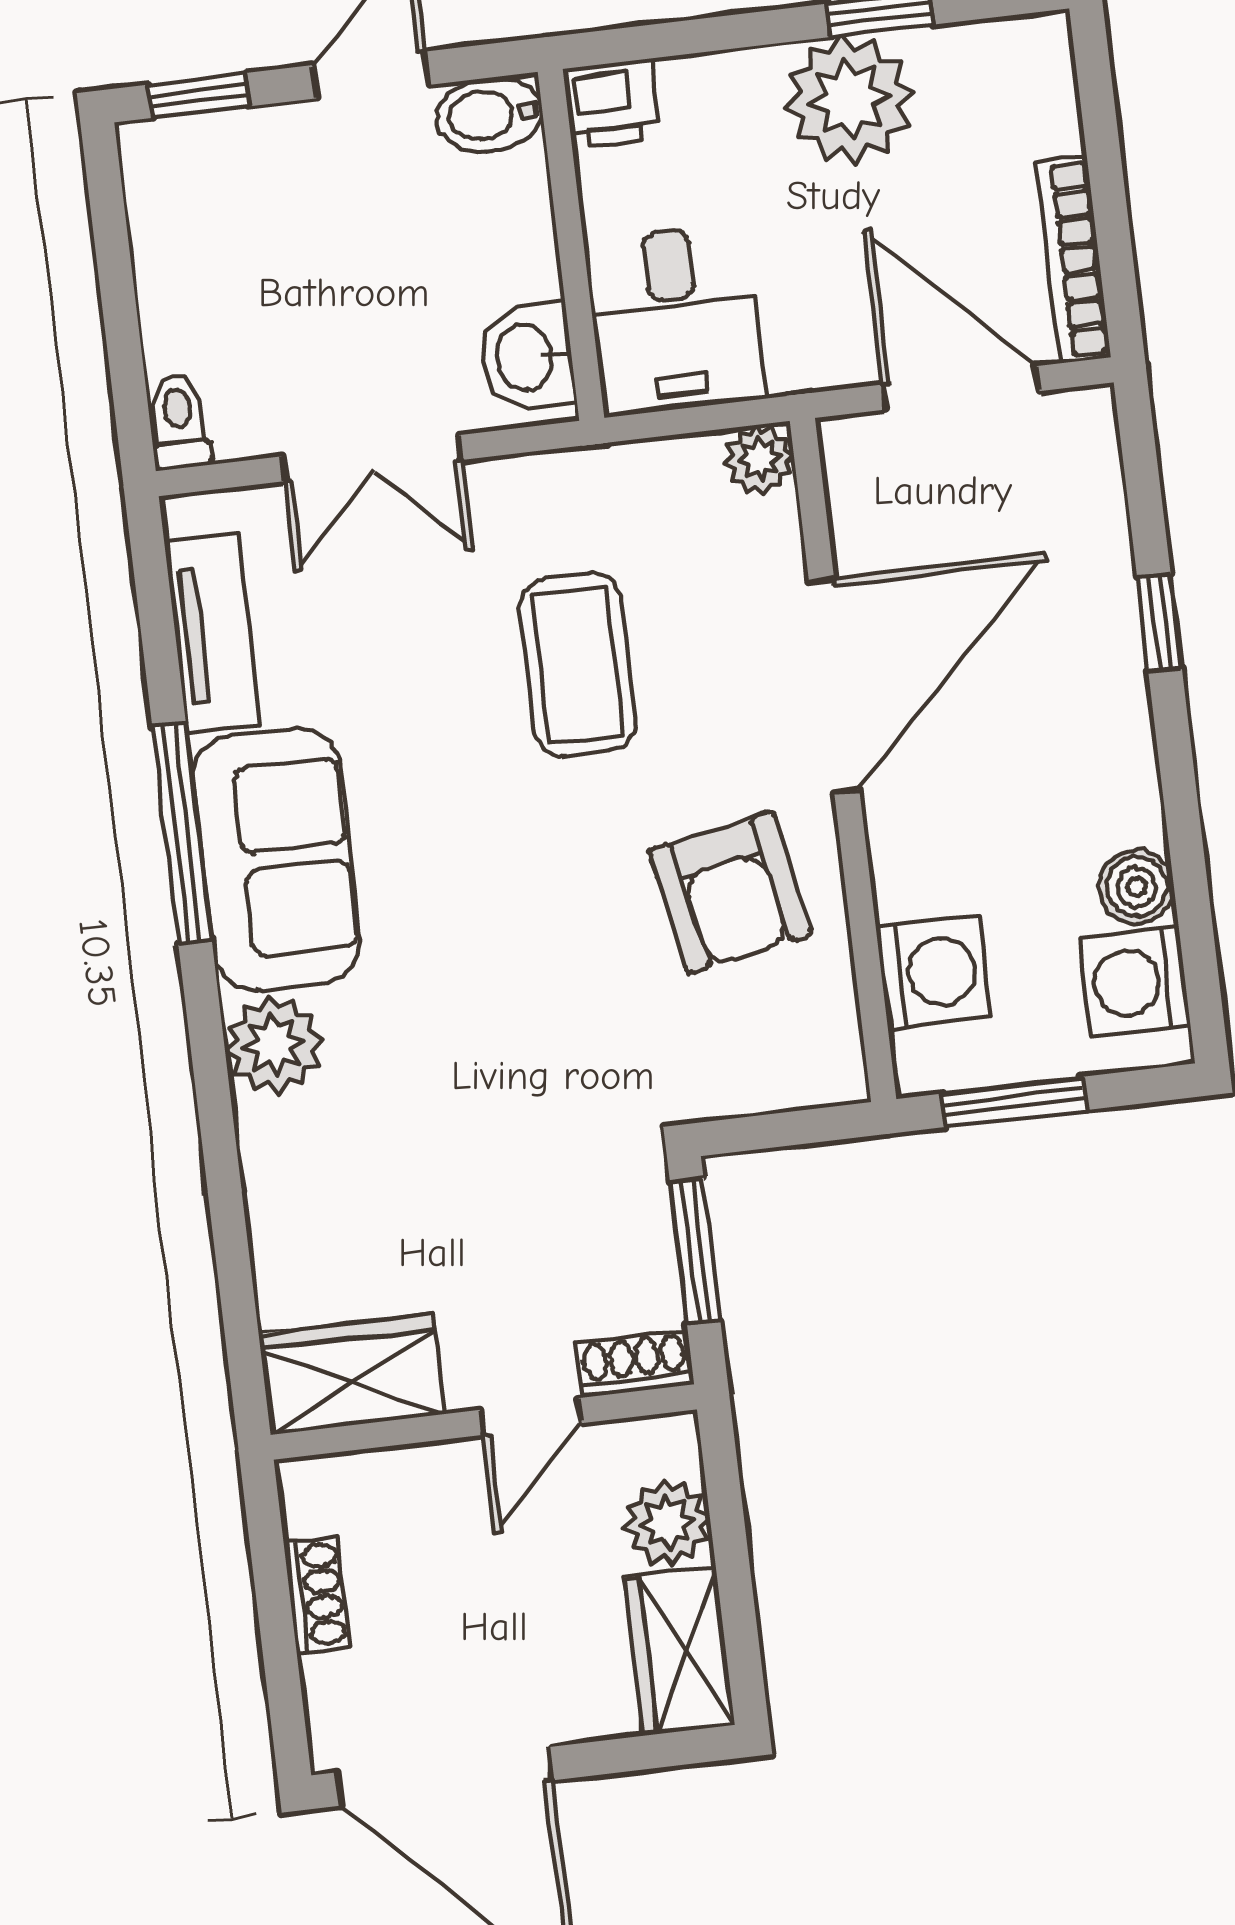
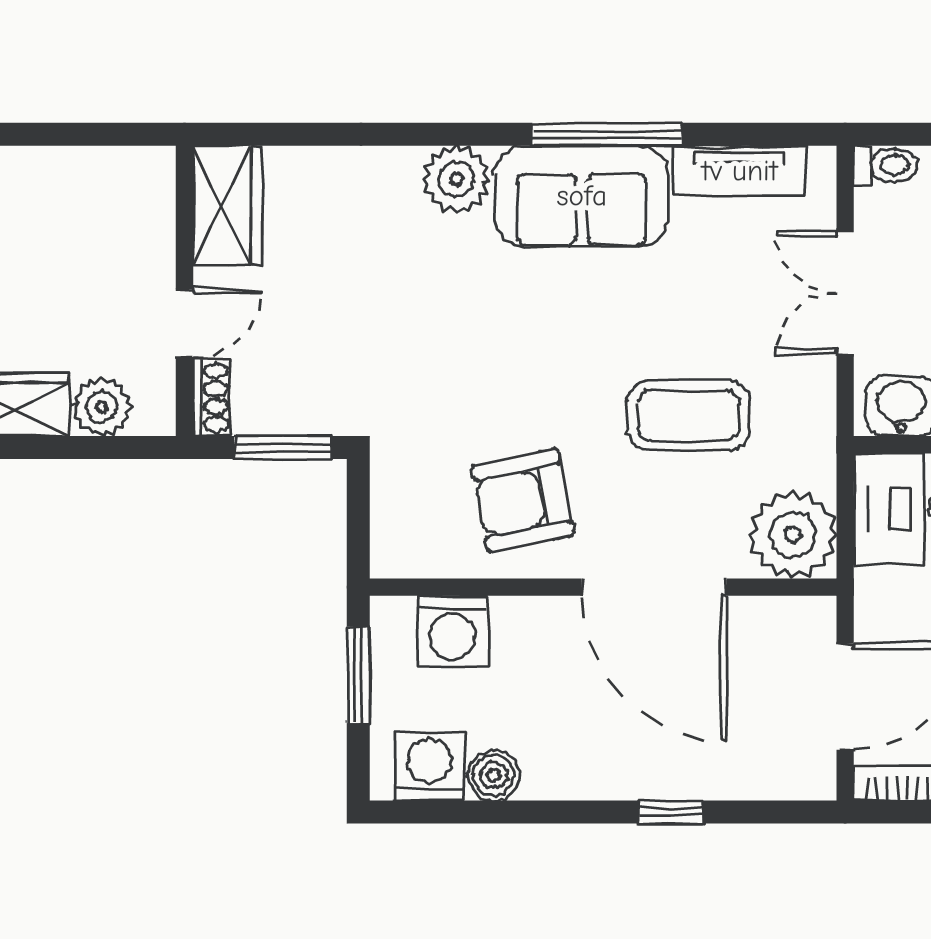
plant: (760, 459) -> (793, 535), width x1.88, depth x1.88
door: (531, 1416) -> (184, 323), swing flipped
shoe rack: (317, 1595) -> (81, 164), removed

